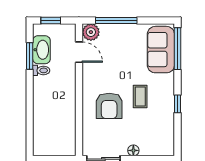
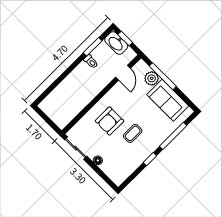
plant: (91, 32) -> (152, 78), moved
window: (177, 49) -> (173, 136), moved
washbasin: (41, 50) -> (116, 43), moved, turned 90
sofa: (161, 50) -> (168, 100), moved, turned -90

